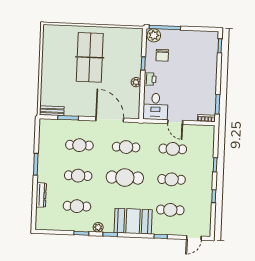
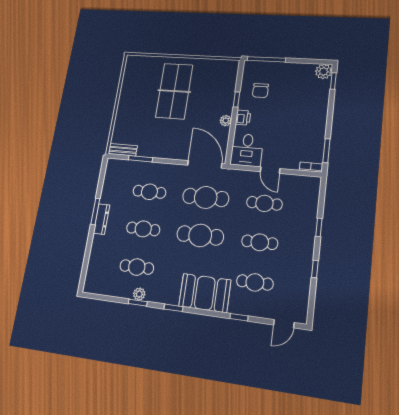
plant: (154, 35) -> (324, 71), moved
door: (110, 119) -> (205, 164), moved
cafe table: (126, 147) -> (206, 197), width x1.37, depth x1.35
dresser: (41, 195) -> (102, 219), moved
plant: (98, 227) -> (139, 294), moved

